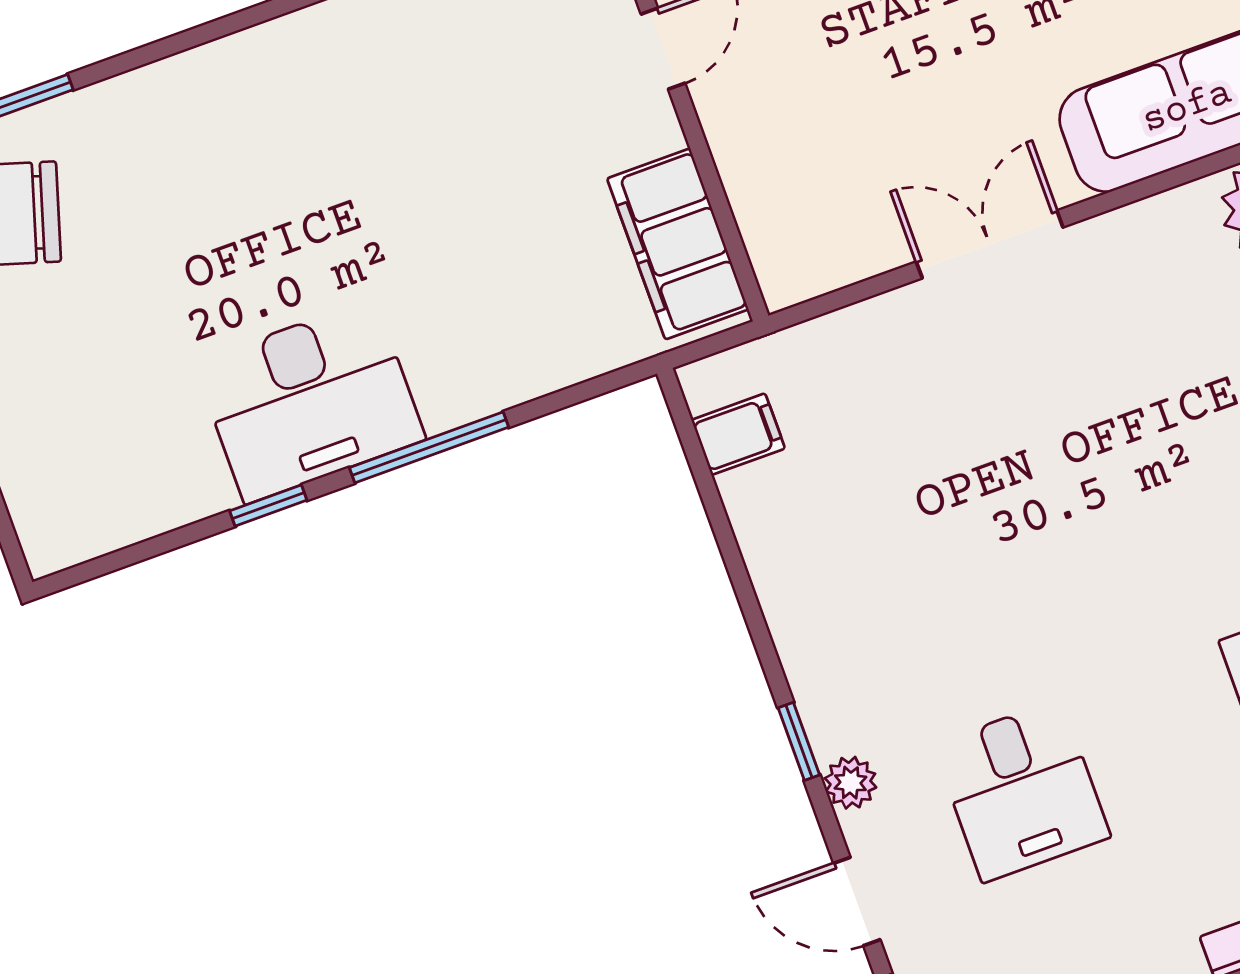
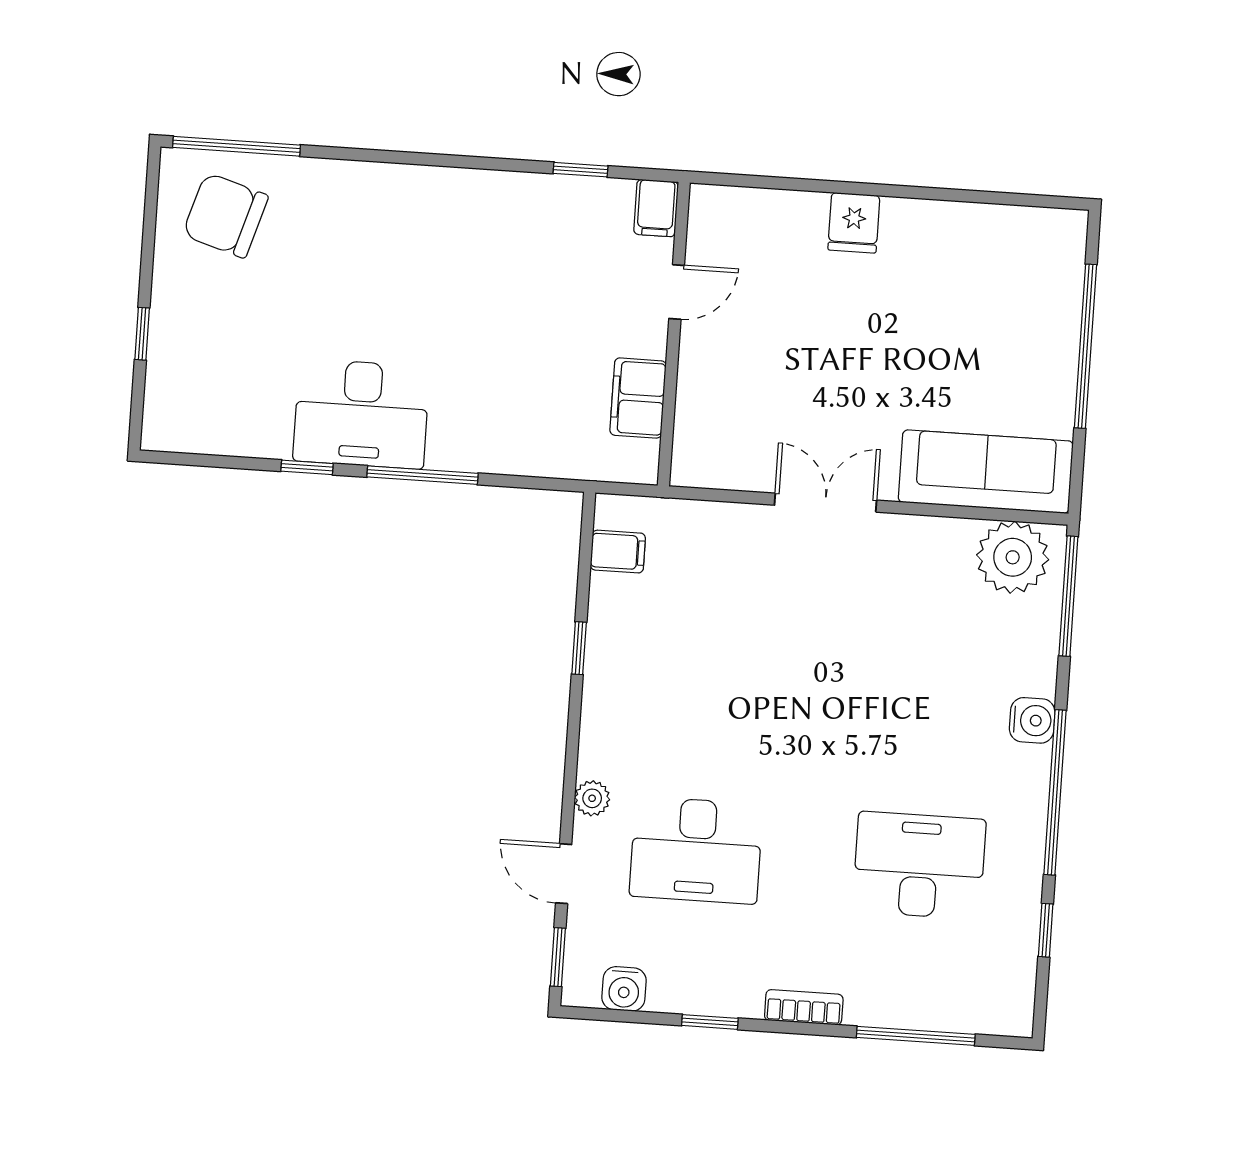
filing cabinet: (678, 244) -> (638, 398), width x0.67, depth x0.86
window: (799, 741) -> (579, 648), moved
desk: (1022, 791) -> (696, 850), width x1.37

